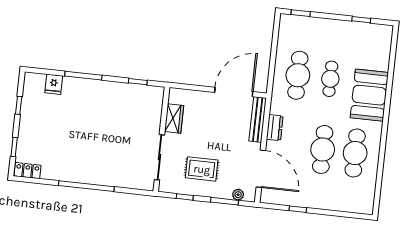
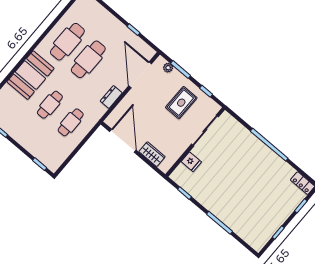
cafe table: (298, 75) -> (71, 122), width x0.73, depth x0.74
fridge: (54, 84) -> (191, 162), moved, turned 90
door: (234, 92) -> (123, 141), swing flipped
wardrobe: (174, 119) -> (152, 154), moved, turned 90
bench: (258, 119) -> (119, 111), removed
rug: (202, 169) -> (181, 103), turned 90

